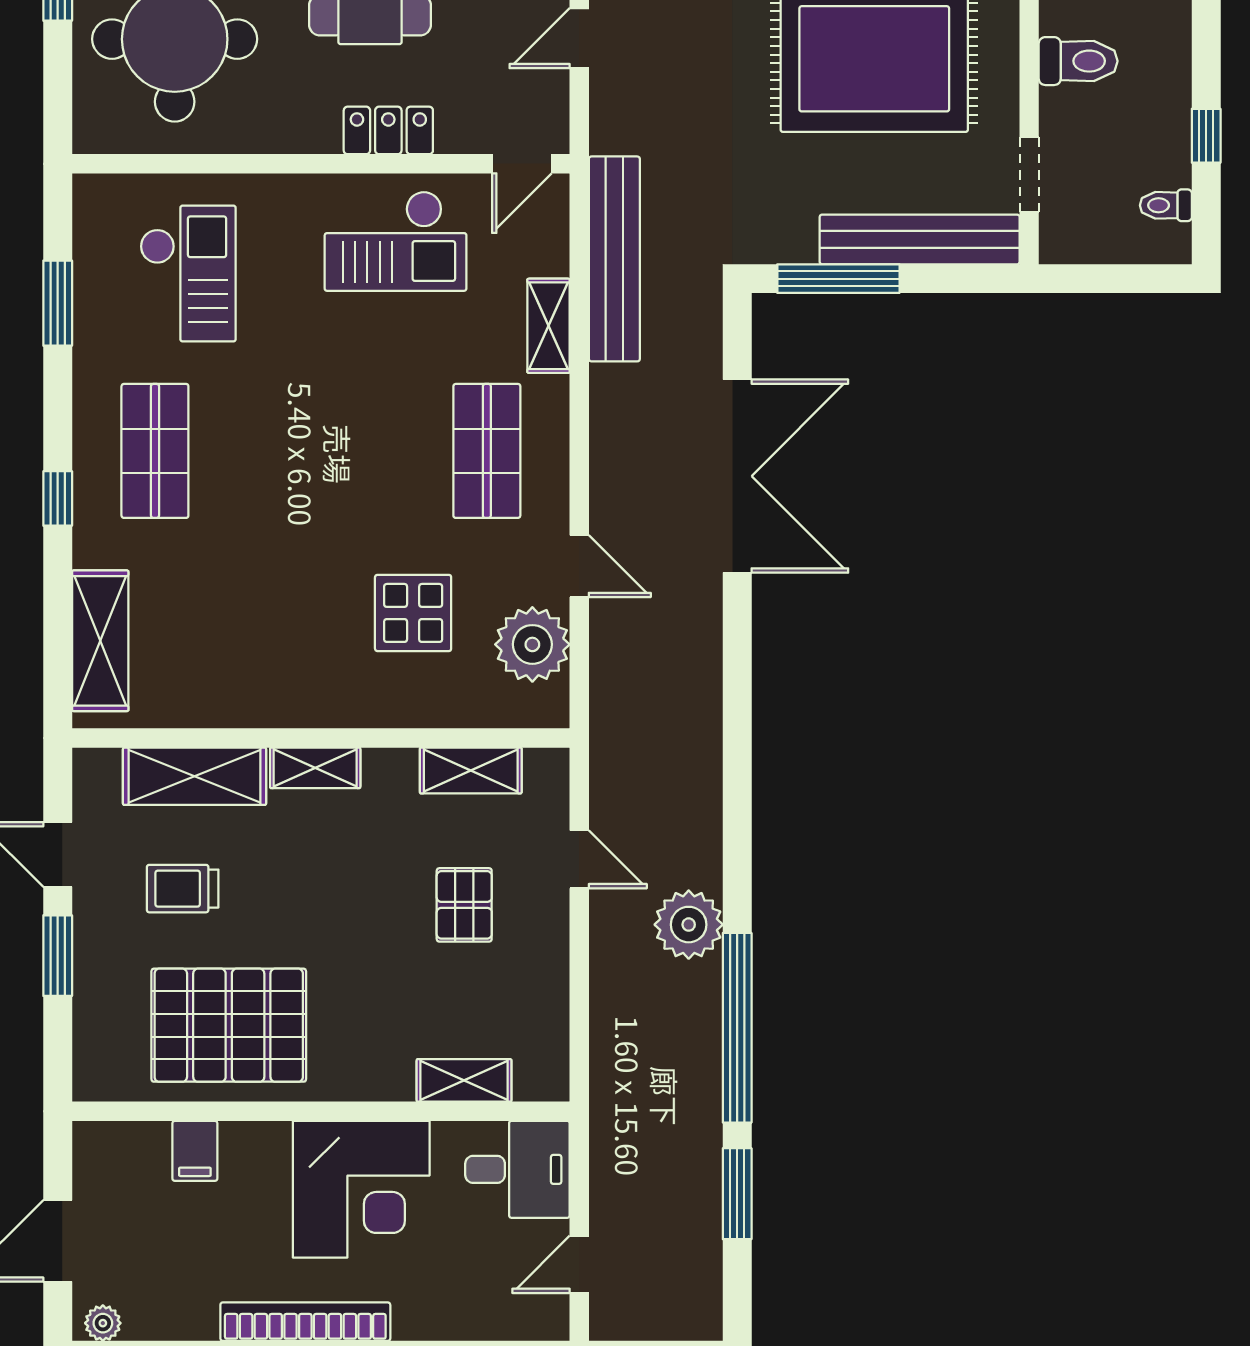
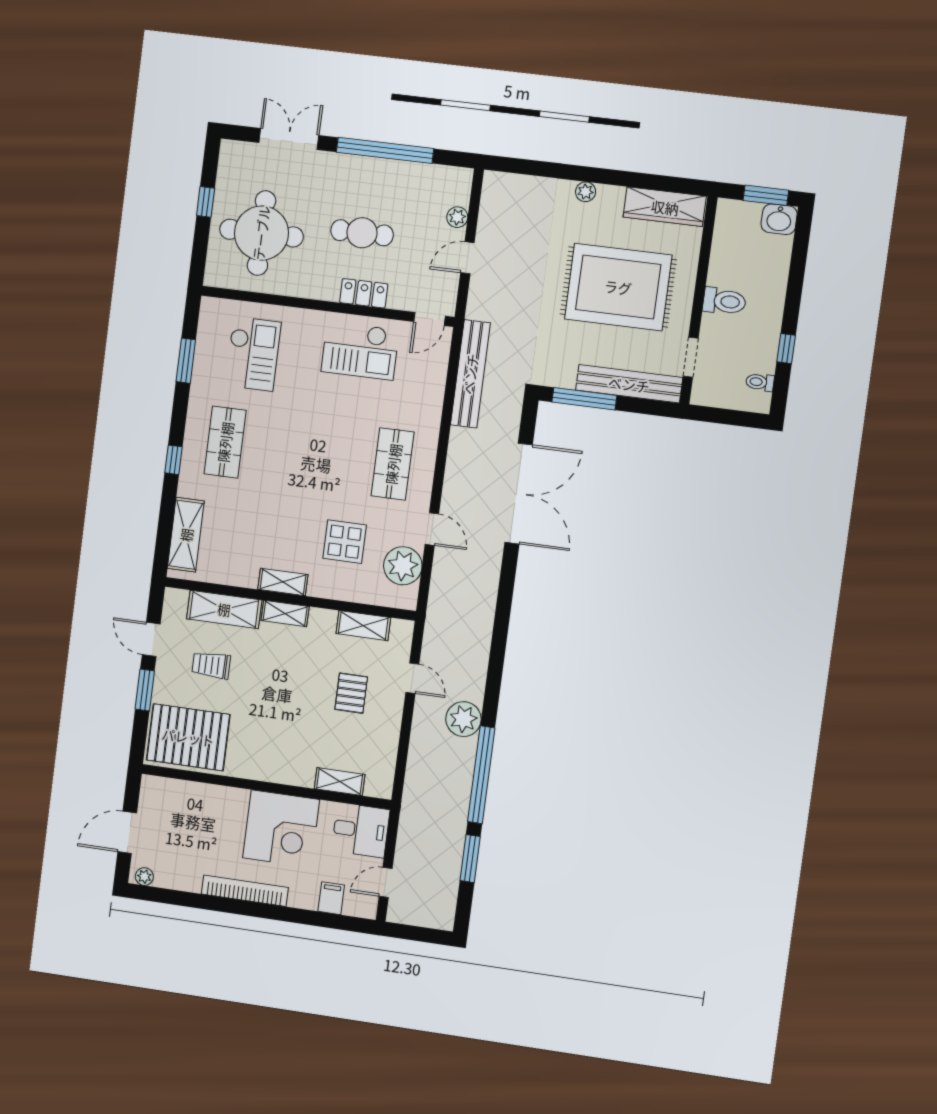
shelving: (549, 326) -> (283, 582), moved, turned 90
pallet: (229, 1025) -> (188, 737), moved
filing cabinet: (195, 1151) -> (331, 898), moved, turned 180

